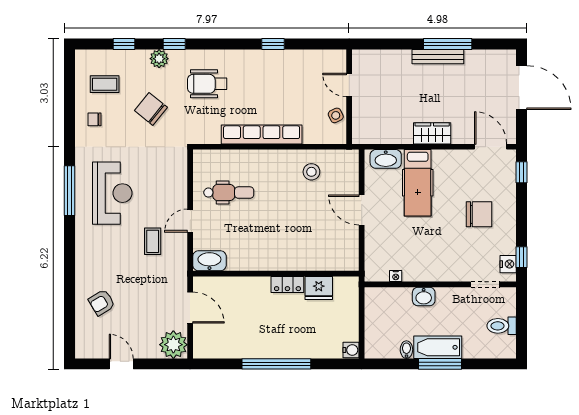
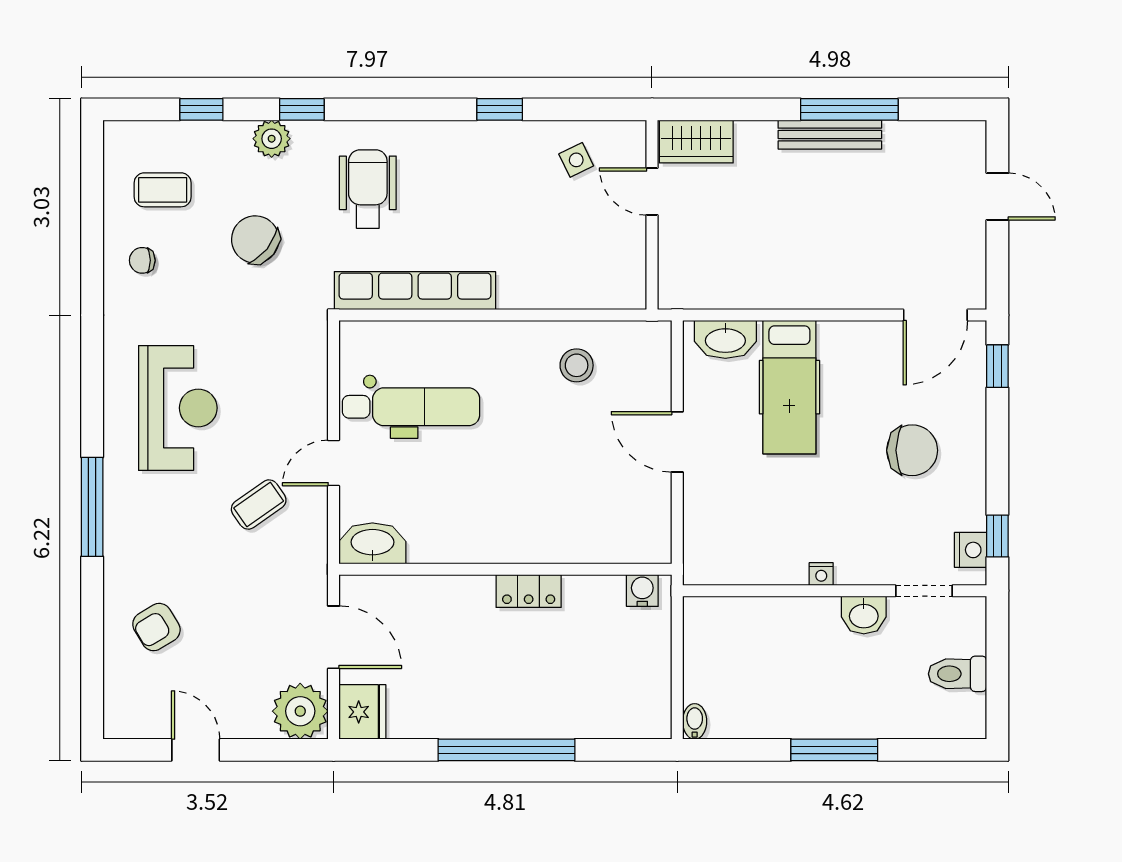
wheelchair: (207, 84) -> (368, 189), turned 90
door: (522, 88) -> (997, 197), width x0.53
side table: (336, 115) -> (576, 160), moved
wardrobe: (432, 133) -> (696, 142), moved, turned 180
row of seats: (262, 135) -> (415, 291), moved
door: (491, 147) -> (935, 315), swing flipped
window: (69, 191) -> (92, 507), moved
dental chair: (229, 193) -> (411, 407), width x1.36, depth x1.38
coffee table: (153, 241) -> (259, 505), turned 55
nightstand: (396, 276) -> (821, 574), moved
fridge: (319, 288) -> (362, 712), moved, turned -90
washbasin: (424, 297) -> (864, 615), moved
bathtub: (438, 347) -> (830, 717), removed
water cooler: (351, 350) -> (642, 590), moved, turned -90
bidet: (406, 350) -> (695, 721), moved

